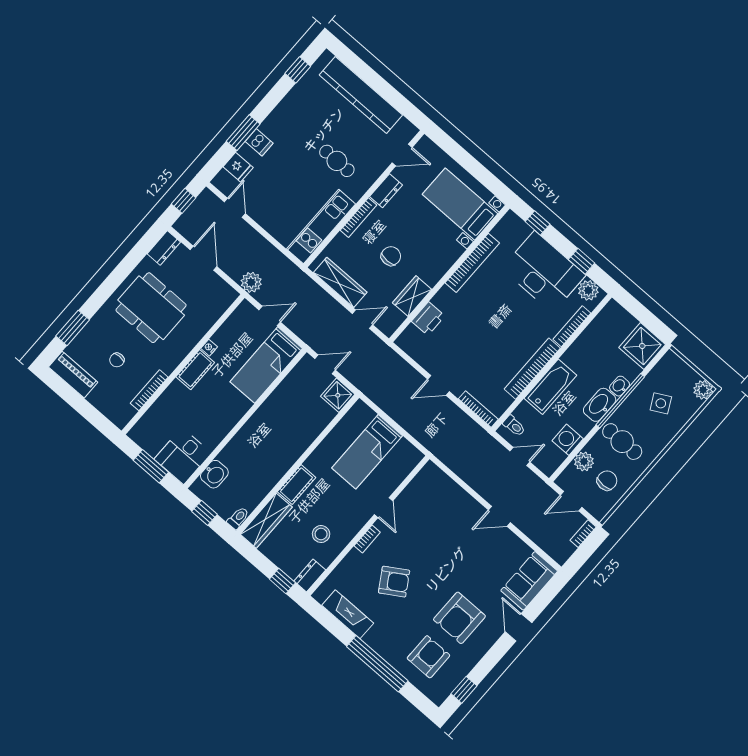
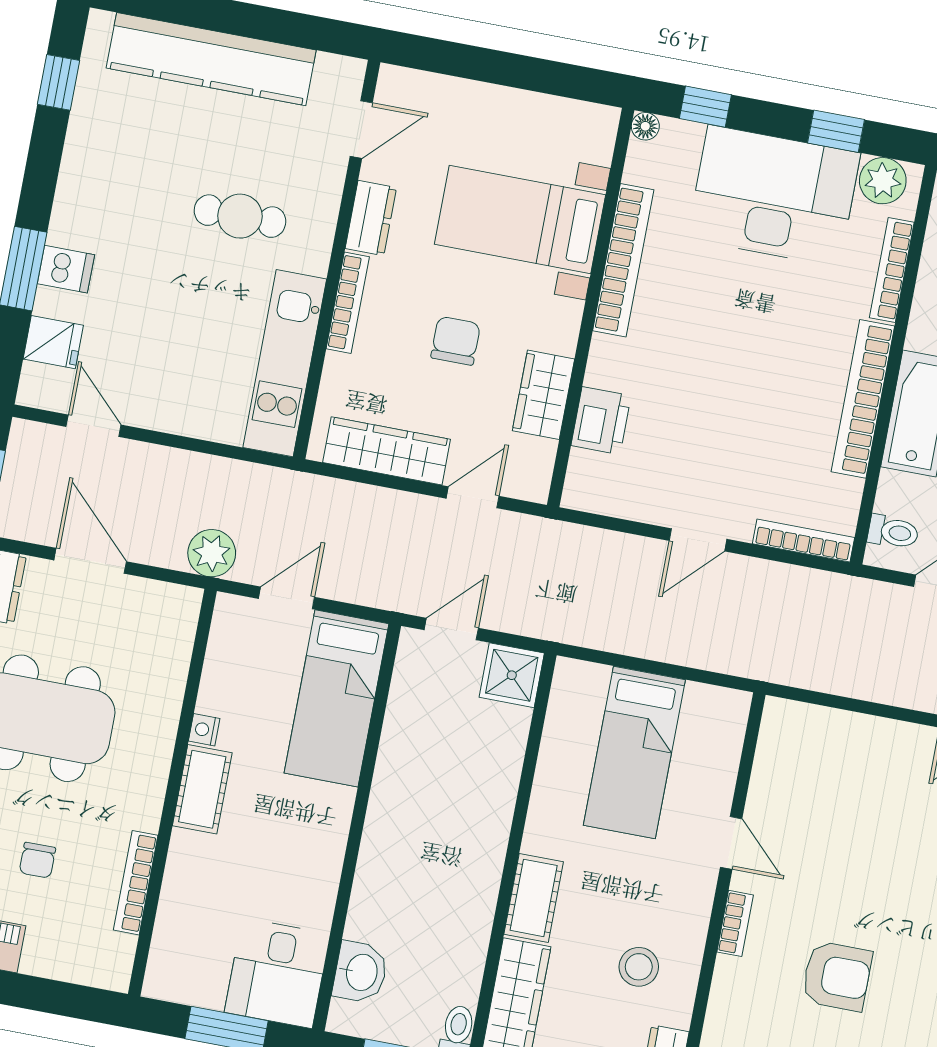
bed with nightstands: (460, 204) -> (520, 220), moved
floor lamp: (510, 217) -> (645, 126), added
armchair: (394, 582) -> (837, 976), turned 32

